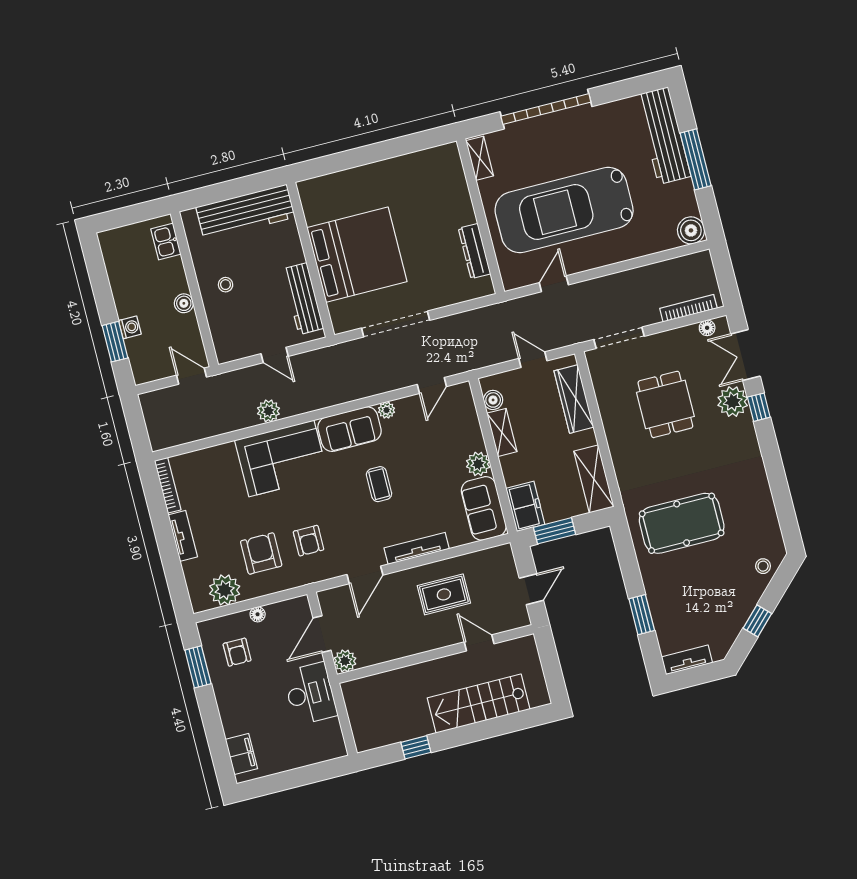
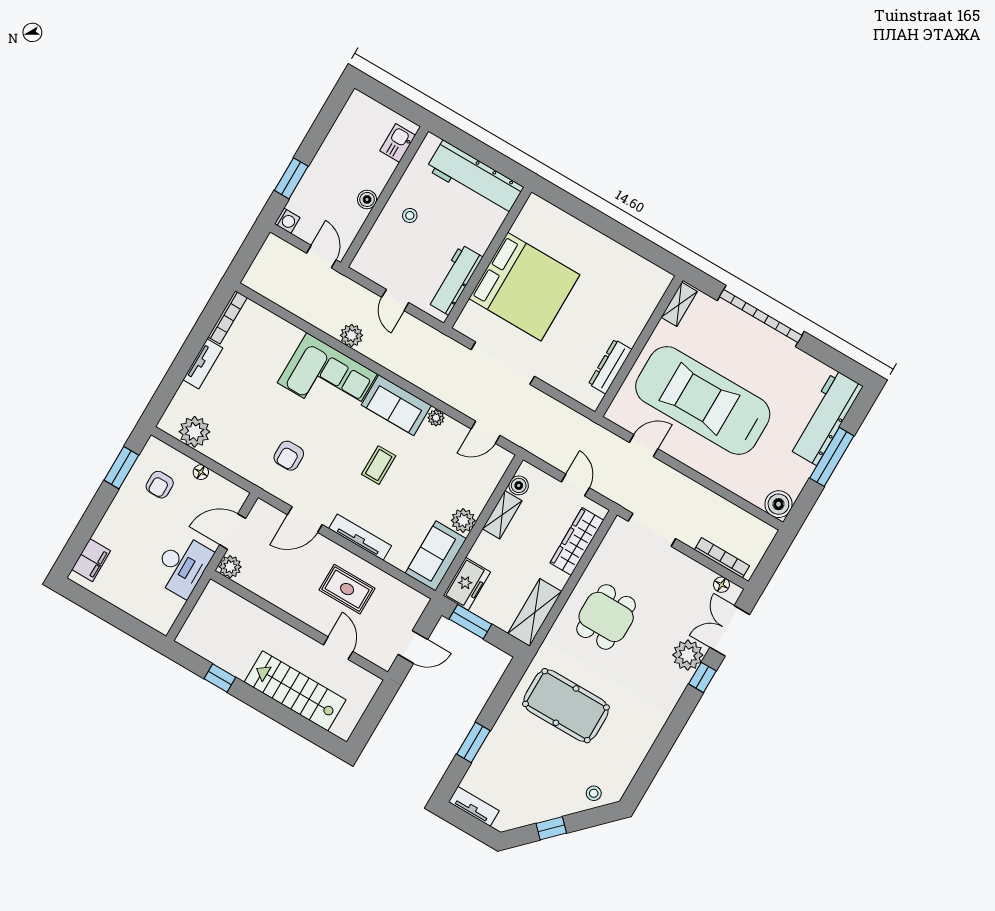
washing machine: (130, 327) -> (287, 221), moved
dining table: (665, 404) -> (606, 617), moved
armchair: (261, 553) -> (246, 431), removed

